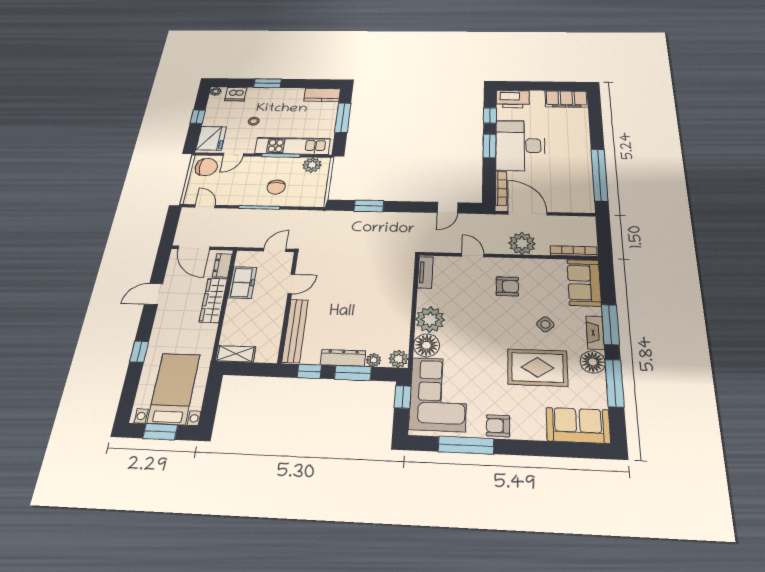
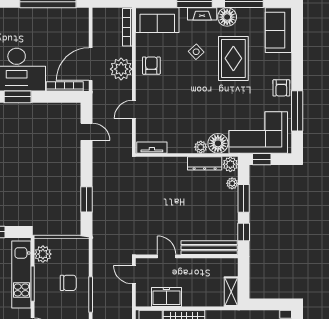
armchair: (507, 286) -> (151, 66), moved
plant: (430, 320) -> (201, 147), width x0.53, depth x0.53
dresser: (343, 358) -> (205, 163), moved, turned -90

